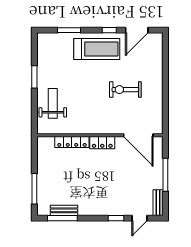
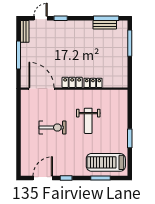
treadmill: (97, 49) -> (106, 162), moved
weight bench: (53, 103) -> (88, 121), moved
locker: (72, 142) -> (93, 83), width x0.66

